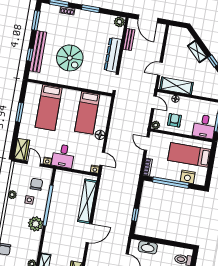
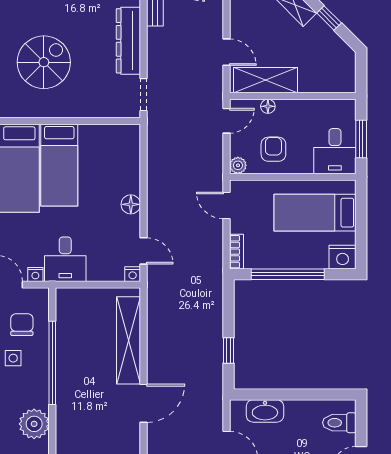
spiral stairs: (70, 58) -> (44, 62), turned -90
door: (160, 69) -> (226, 52), swing flipped
door: (154, 102) -> (226, 121), hinge flipped
bed: (87, 113) -> (59, 165), moved
nightstand: (188, 177) -> (343, 257), moved
plant: (36, 224) -> (34, 424), moved

